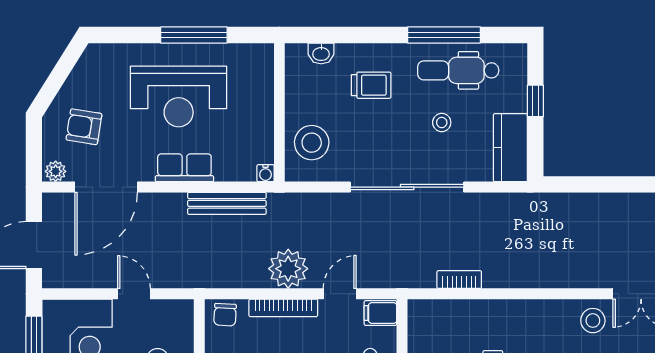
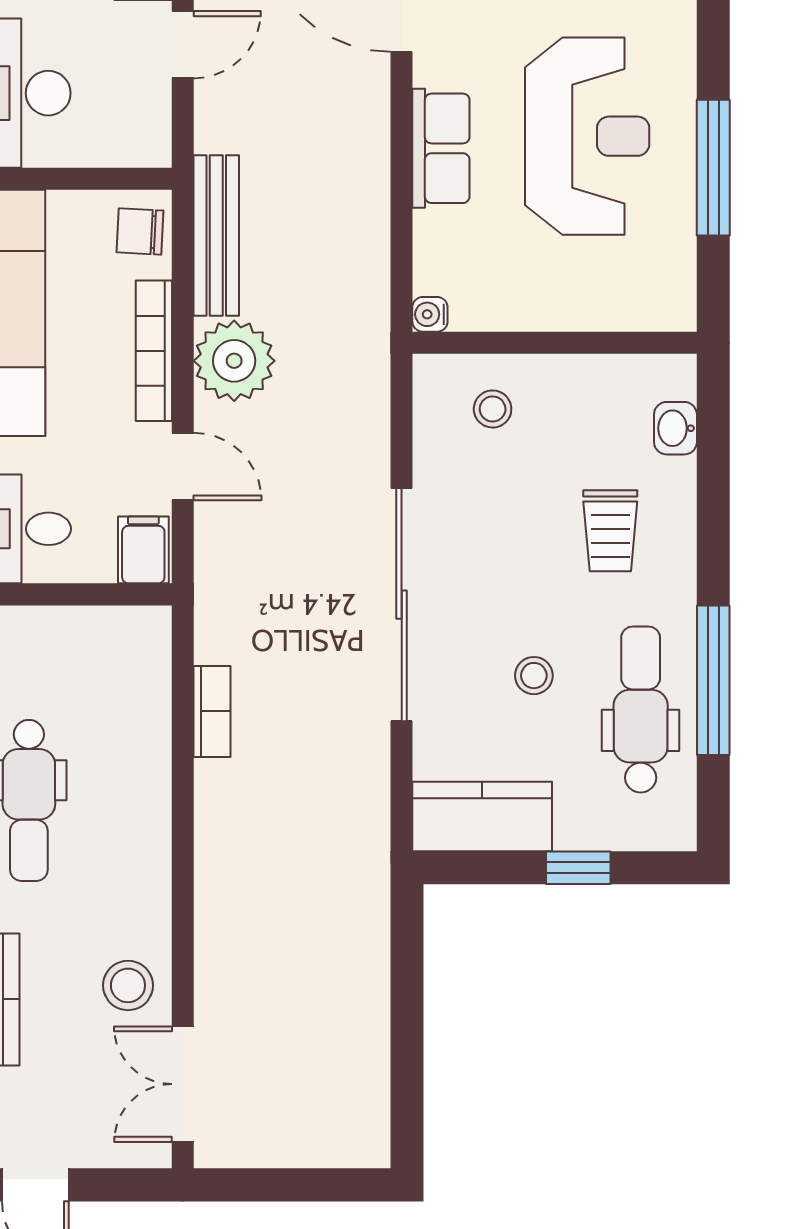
reception desk: (179, 97) -> (587, 136), turned 180
stool: (312, 143) -> (493, 409), width x0.53, depth x0.53
bench: (227, 203) -> (216, 236), moved

